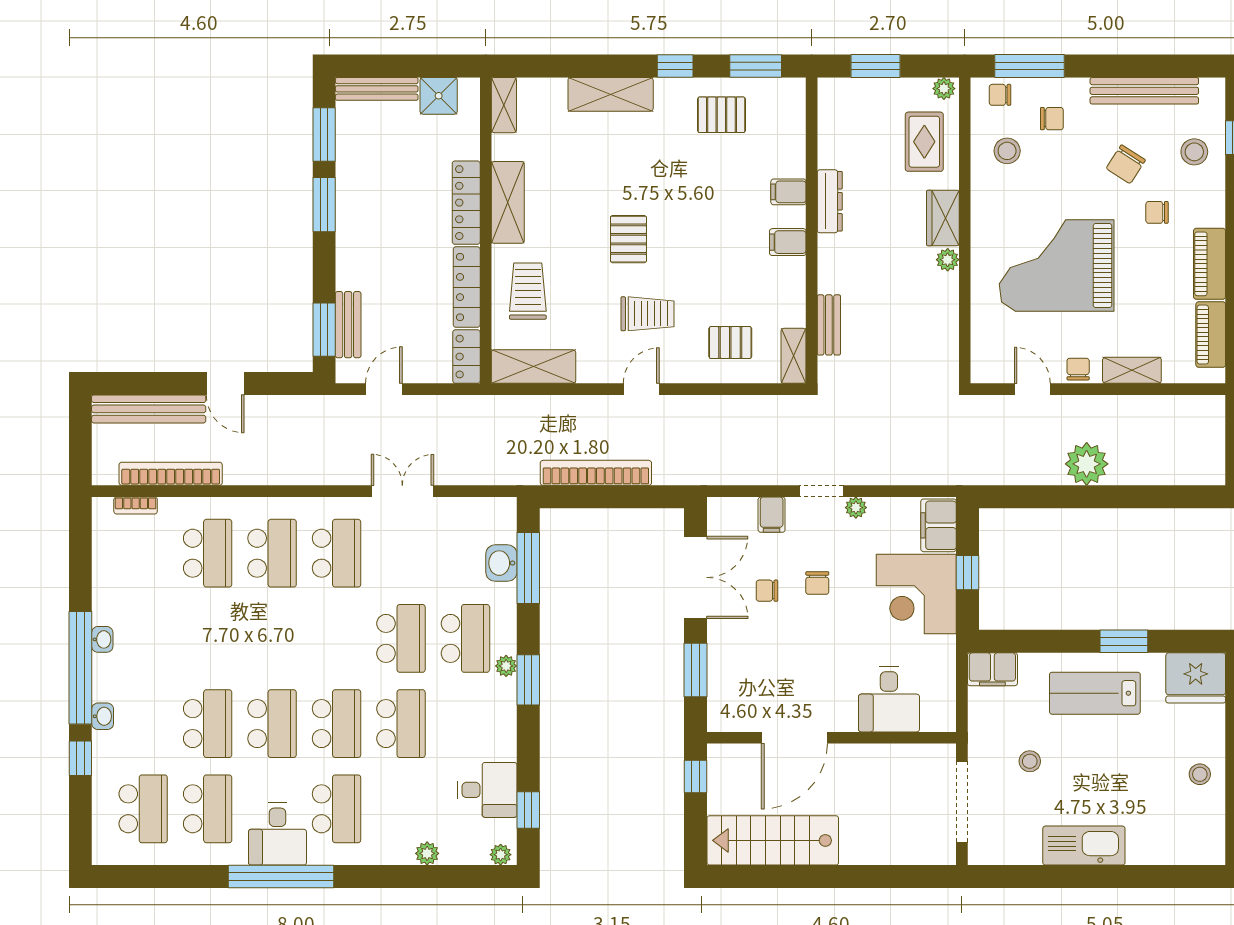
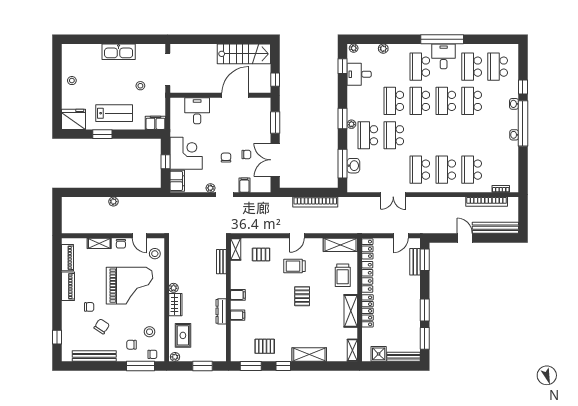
stool: (1194, 152) -> (155, 254), moved
plant: (1087, 464) -> (113, 202), width x0.53, depth x0.53

